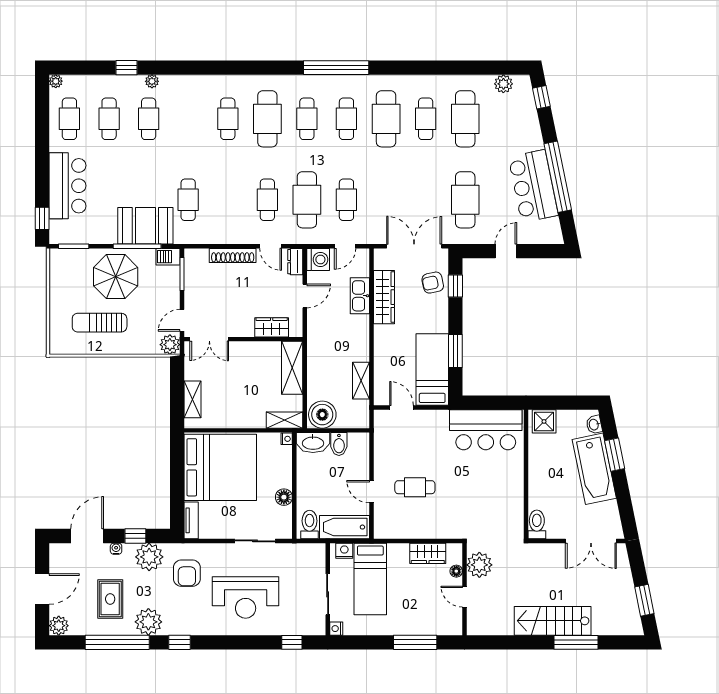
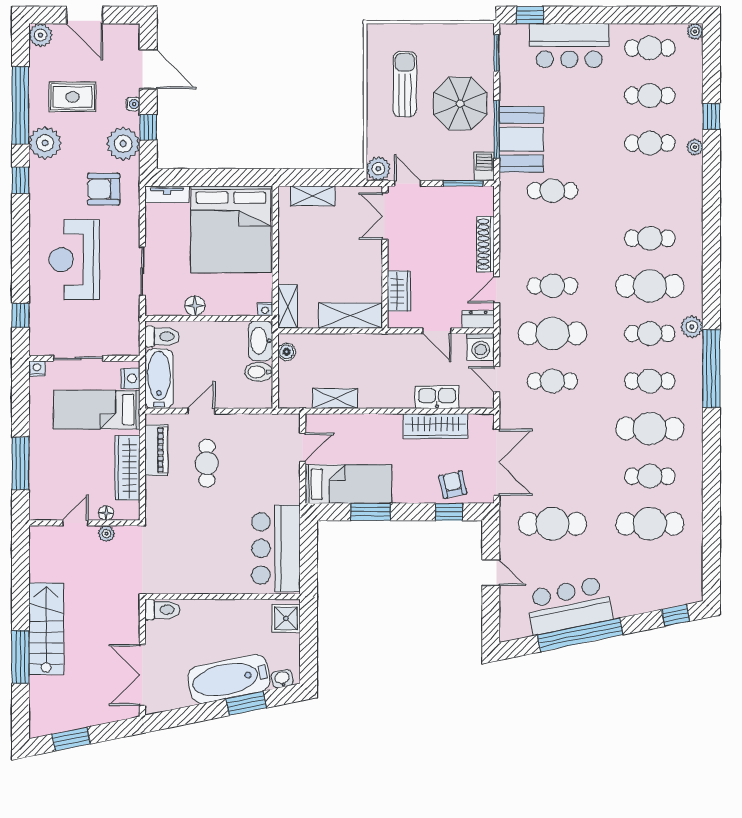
plant: (503, 84) -> (692, 327), moved
boiler: (322, 415) -> (287, 352), width x0.54, depth x0.54
piano: (404, 529) -> (156, 450), added
wardrobe: (428, 553) -> (127, 468), width x1.50
plant: (479, 565) -> (106, 534), width x0.53, depth x0.53

